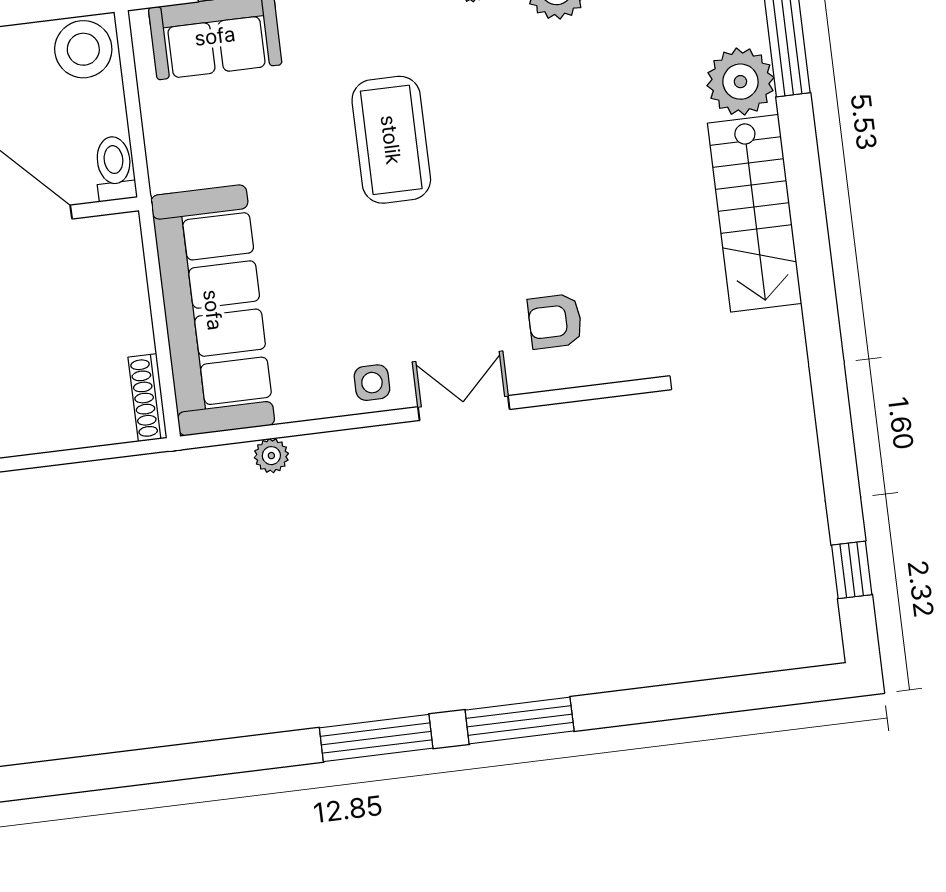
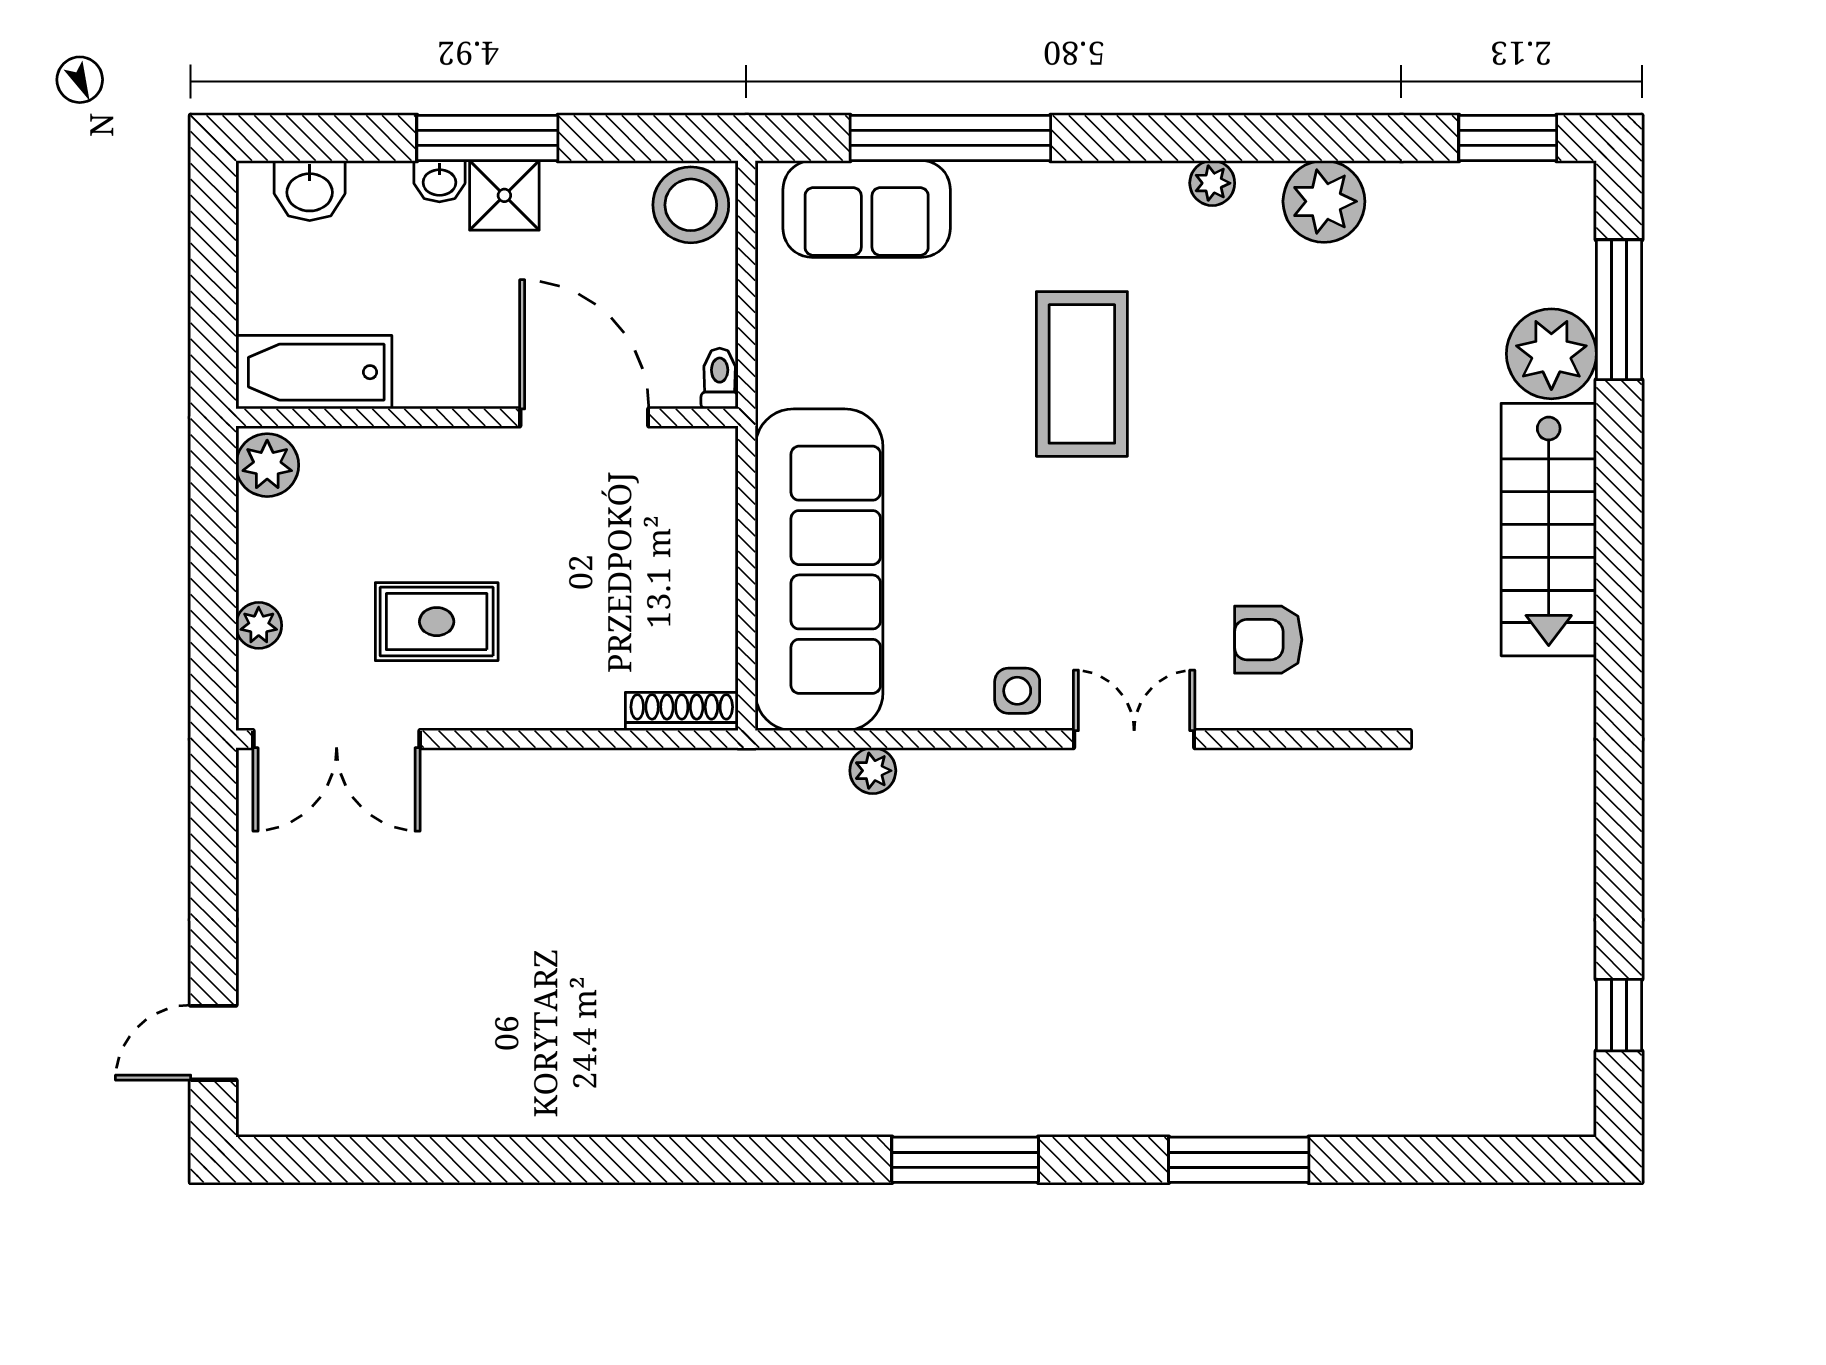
toilet: (115, 168) -> (720, 379), width x0.73, depth x0.72
shoe rack: (148, 398) -> (682, 712), moved, turned 90
window: (520, 720) -> (1239, 1160), moved

